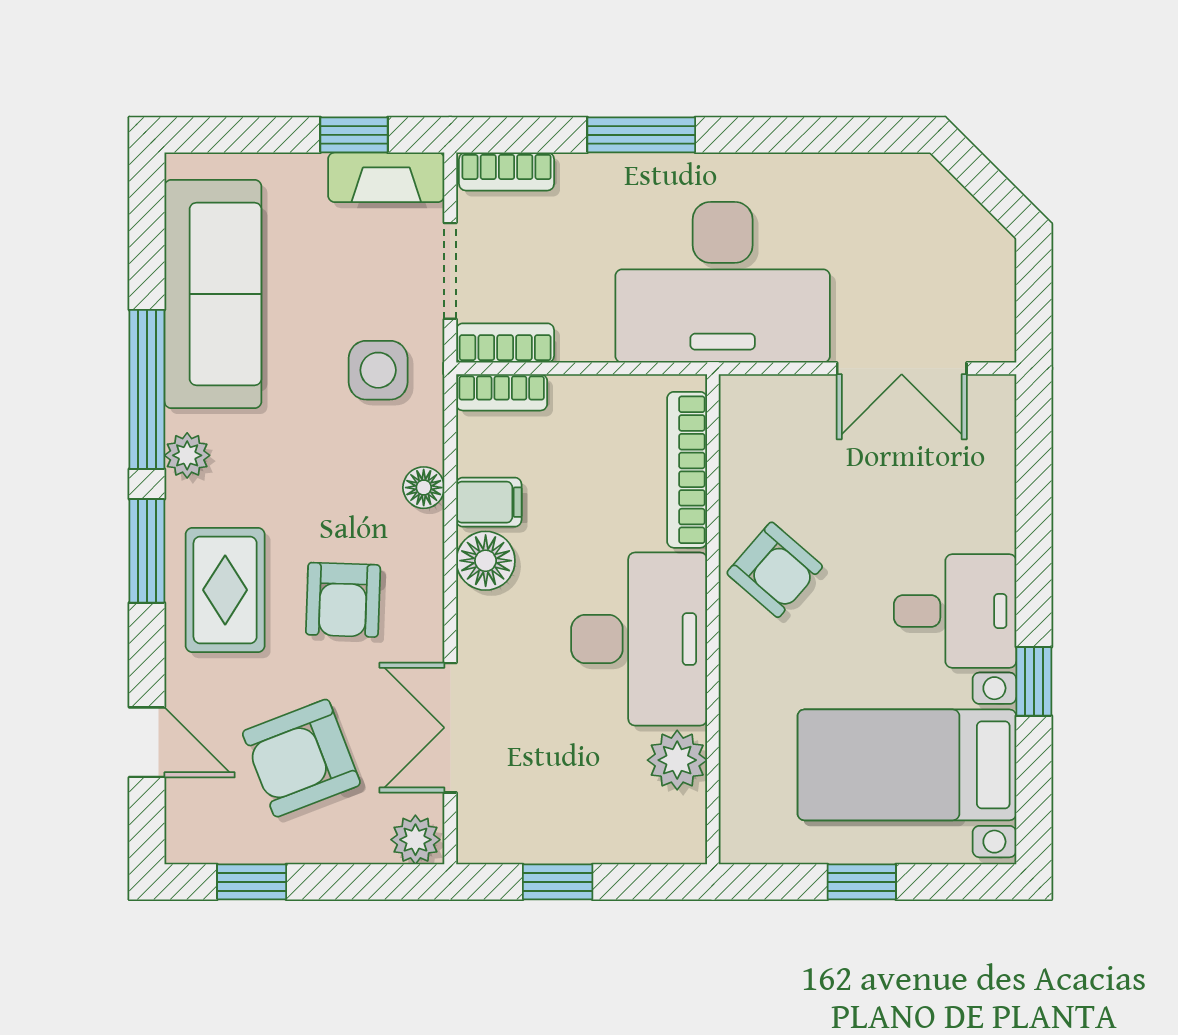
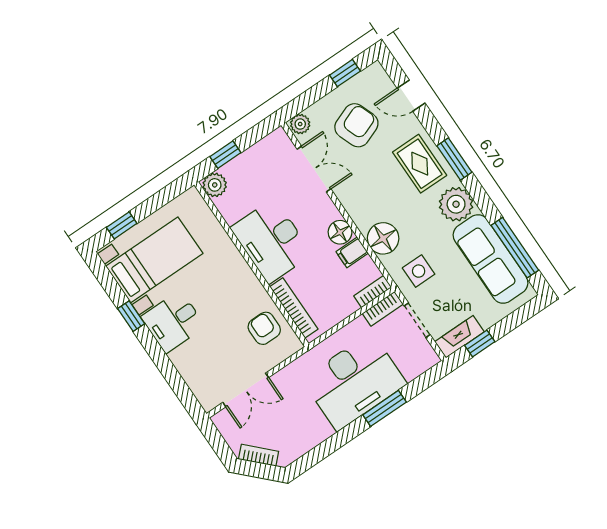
bookcase: (507, 172) -> (259, 455), moved, turned 45
desk: (723, 282) -> (354, 382), moved, turned 180
double door: (902, 368) -> (246, 390), swing flipped
window: (147, 389) -> (515, 248), moved
plant: (187, 455) -> (456, 204), width x1.88, depth x1.88
floor lamp: (424, 488) -> (383, 238), width x1.89, depth x1.89
armchair: (775, 570) -> (264, 328), moved, turned 49
armchair: (343, 600) -> (378, 187), removed
plant: (677, 760) -> (215, 185), moved
window: (558, 882) -> (225, 155), moved
window: (862, 882) -> (122, 225), moved

